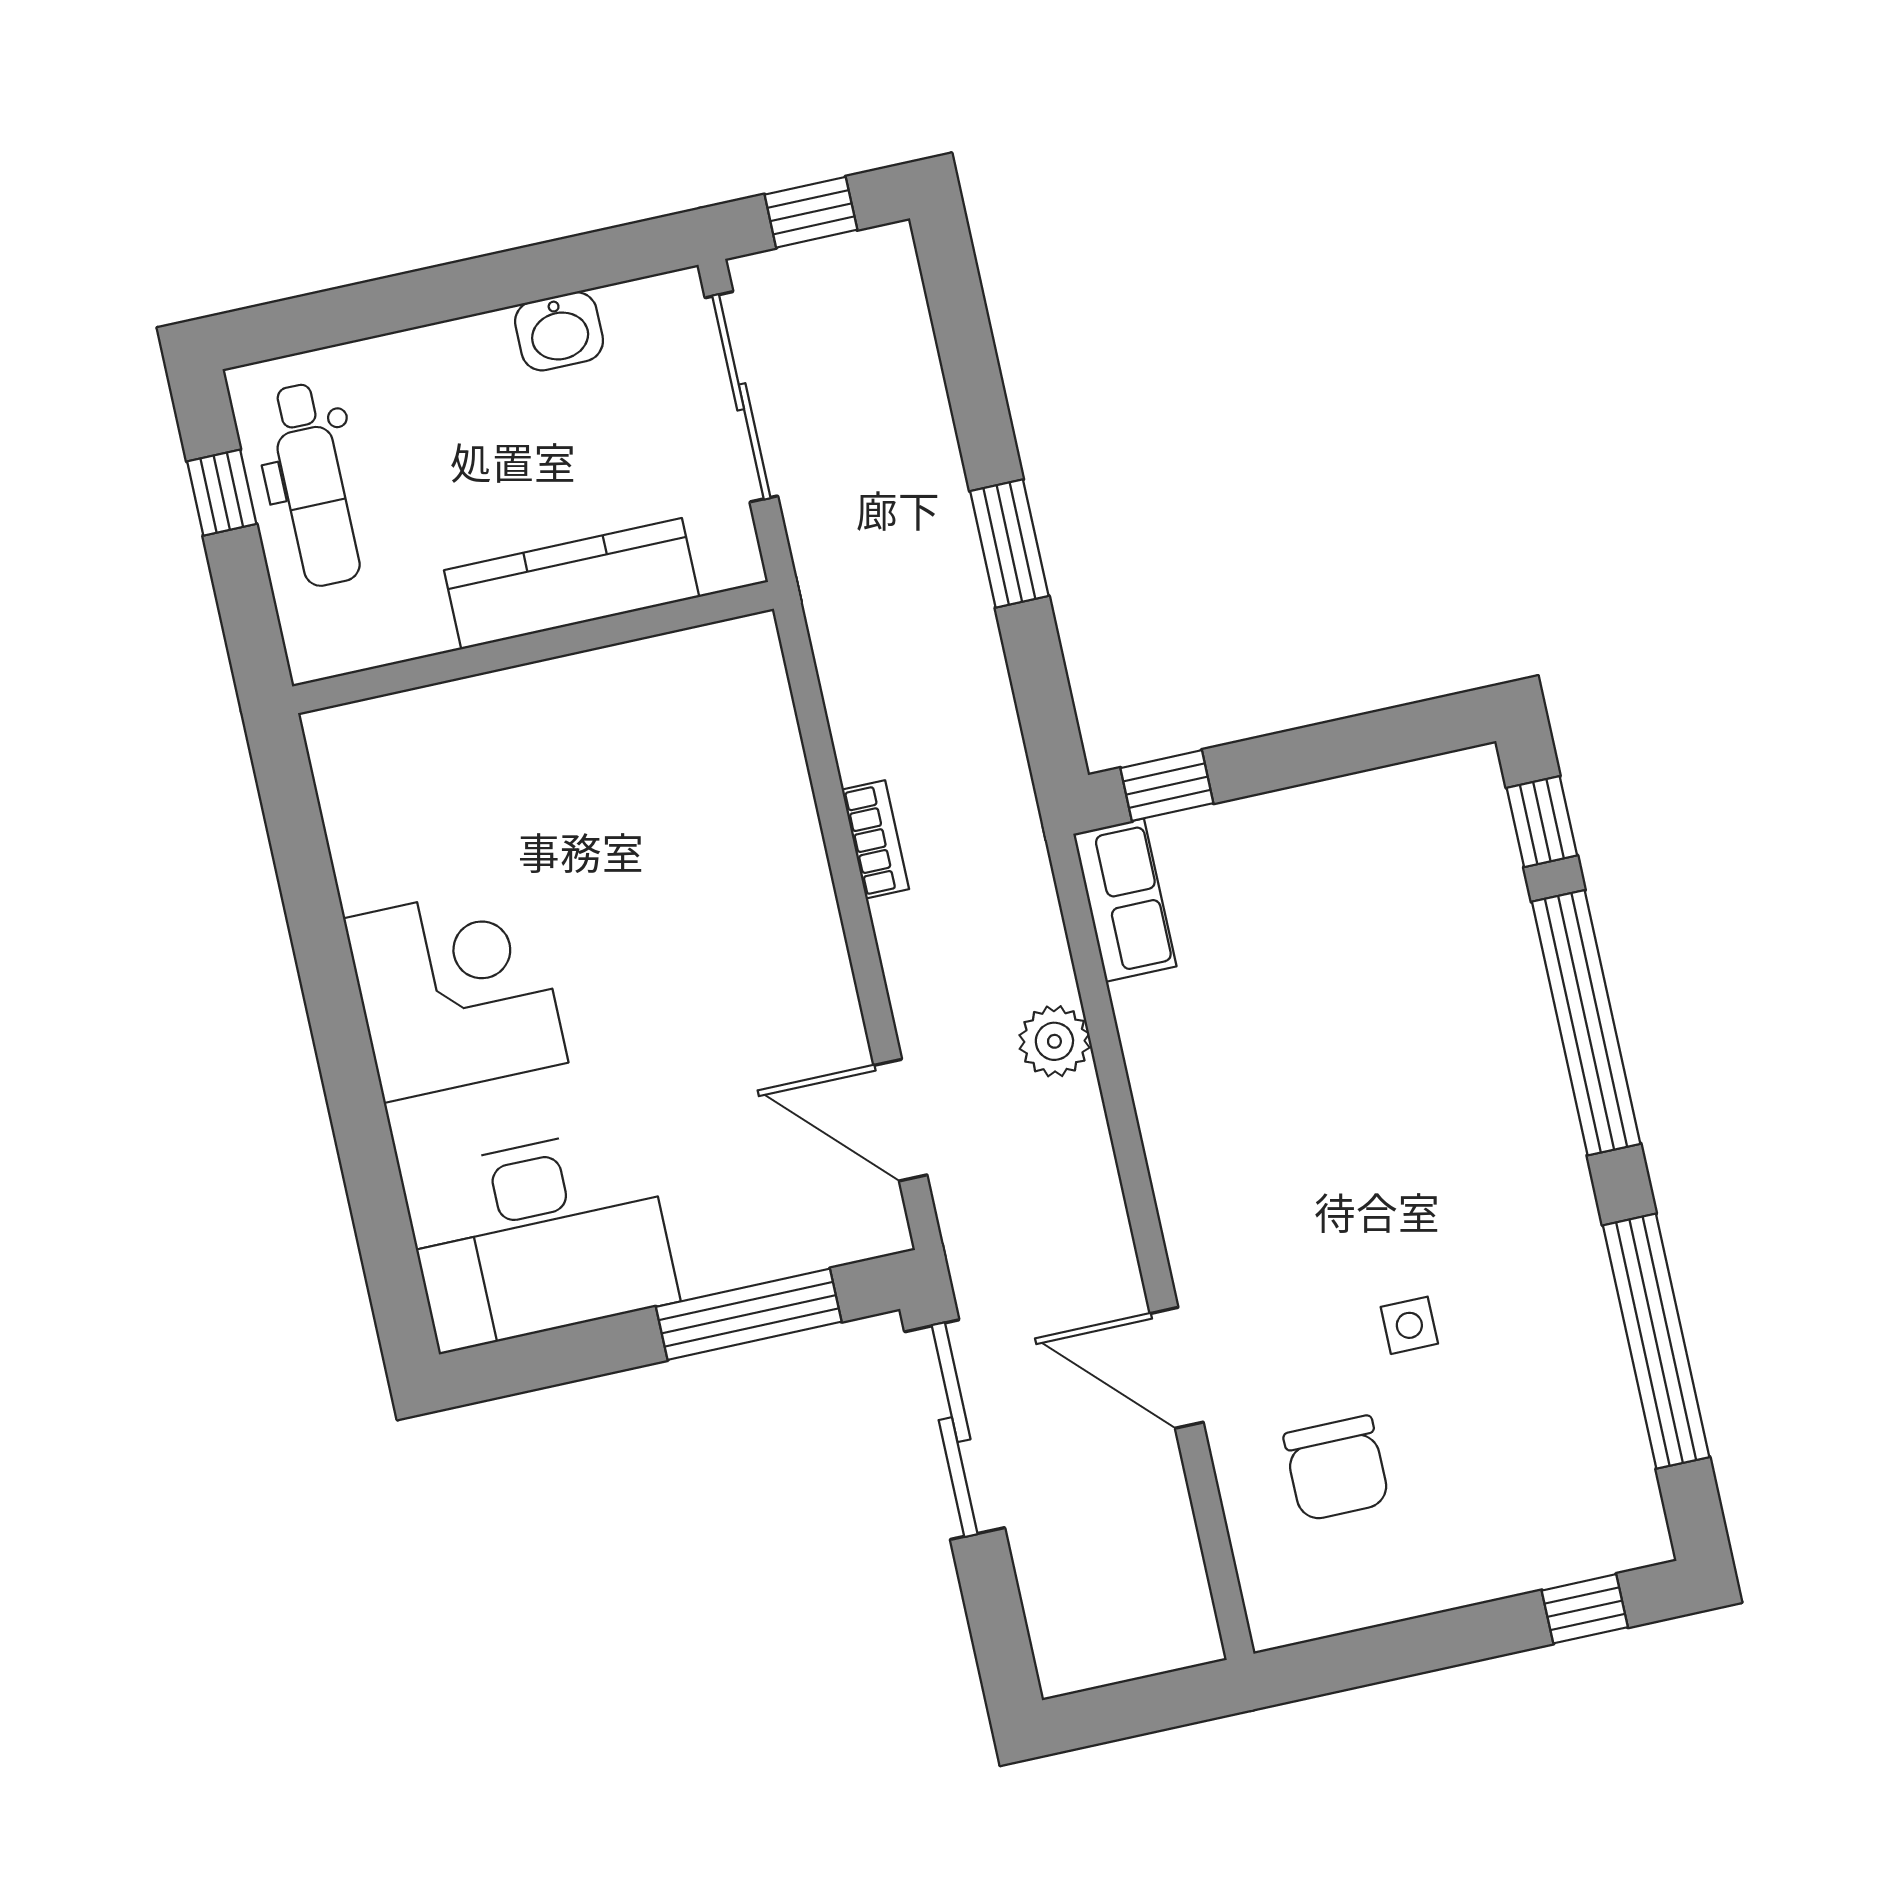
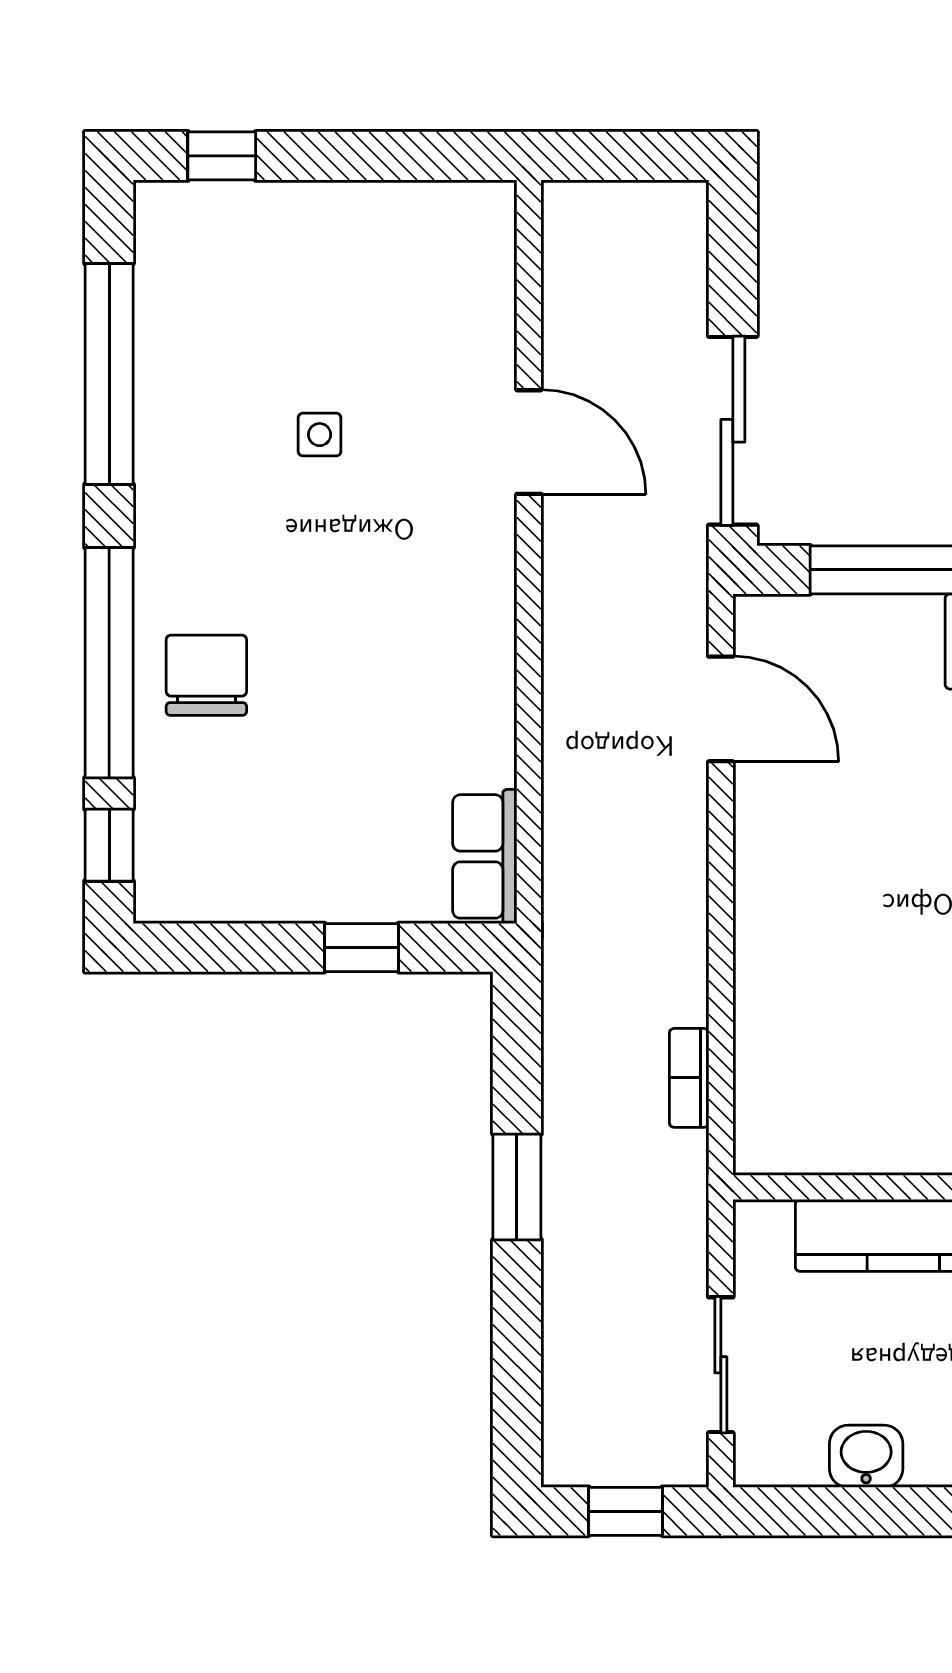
sliding door: (741, 397) -> (721, 1365), width x0.73
window: (1167, 786) -> (361, 948), moved
bookcase: (875, 839) -> (689, 1078), moved
plant: (1054, 1041) -> (573, 748), removed
chair: (1336, 1468) -> (206, 675), moved

